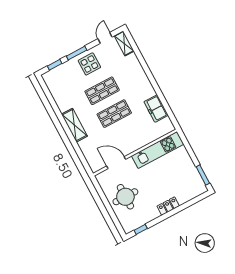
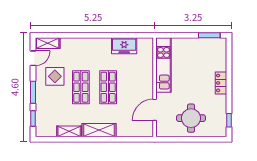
door: (105, 38) -> (33, 58), swing flipped
display table: (89, 64) -> (55, 76), moved
shelving: (60, 101) -> (69, 131), added

